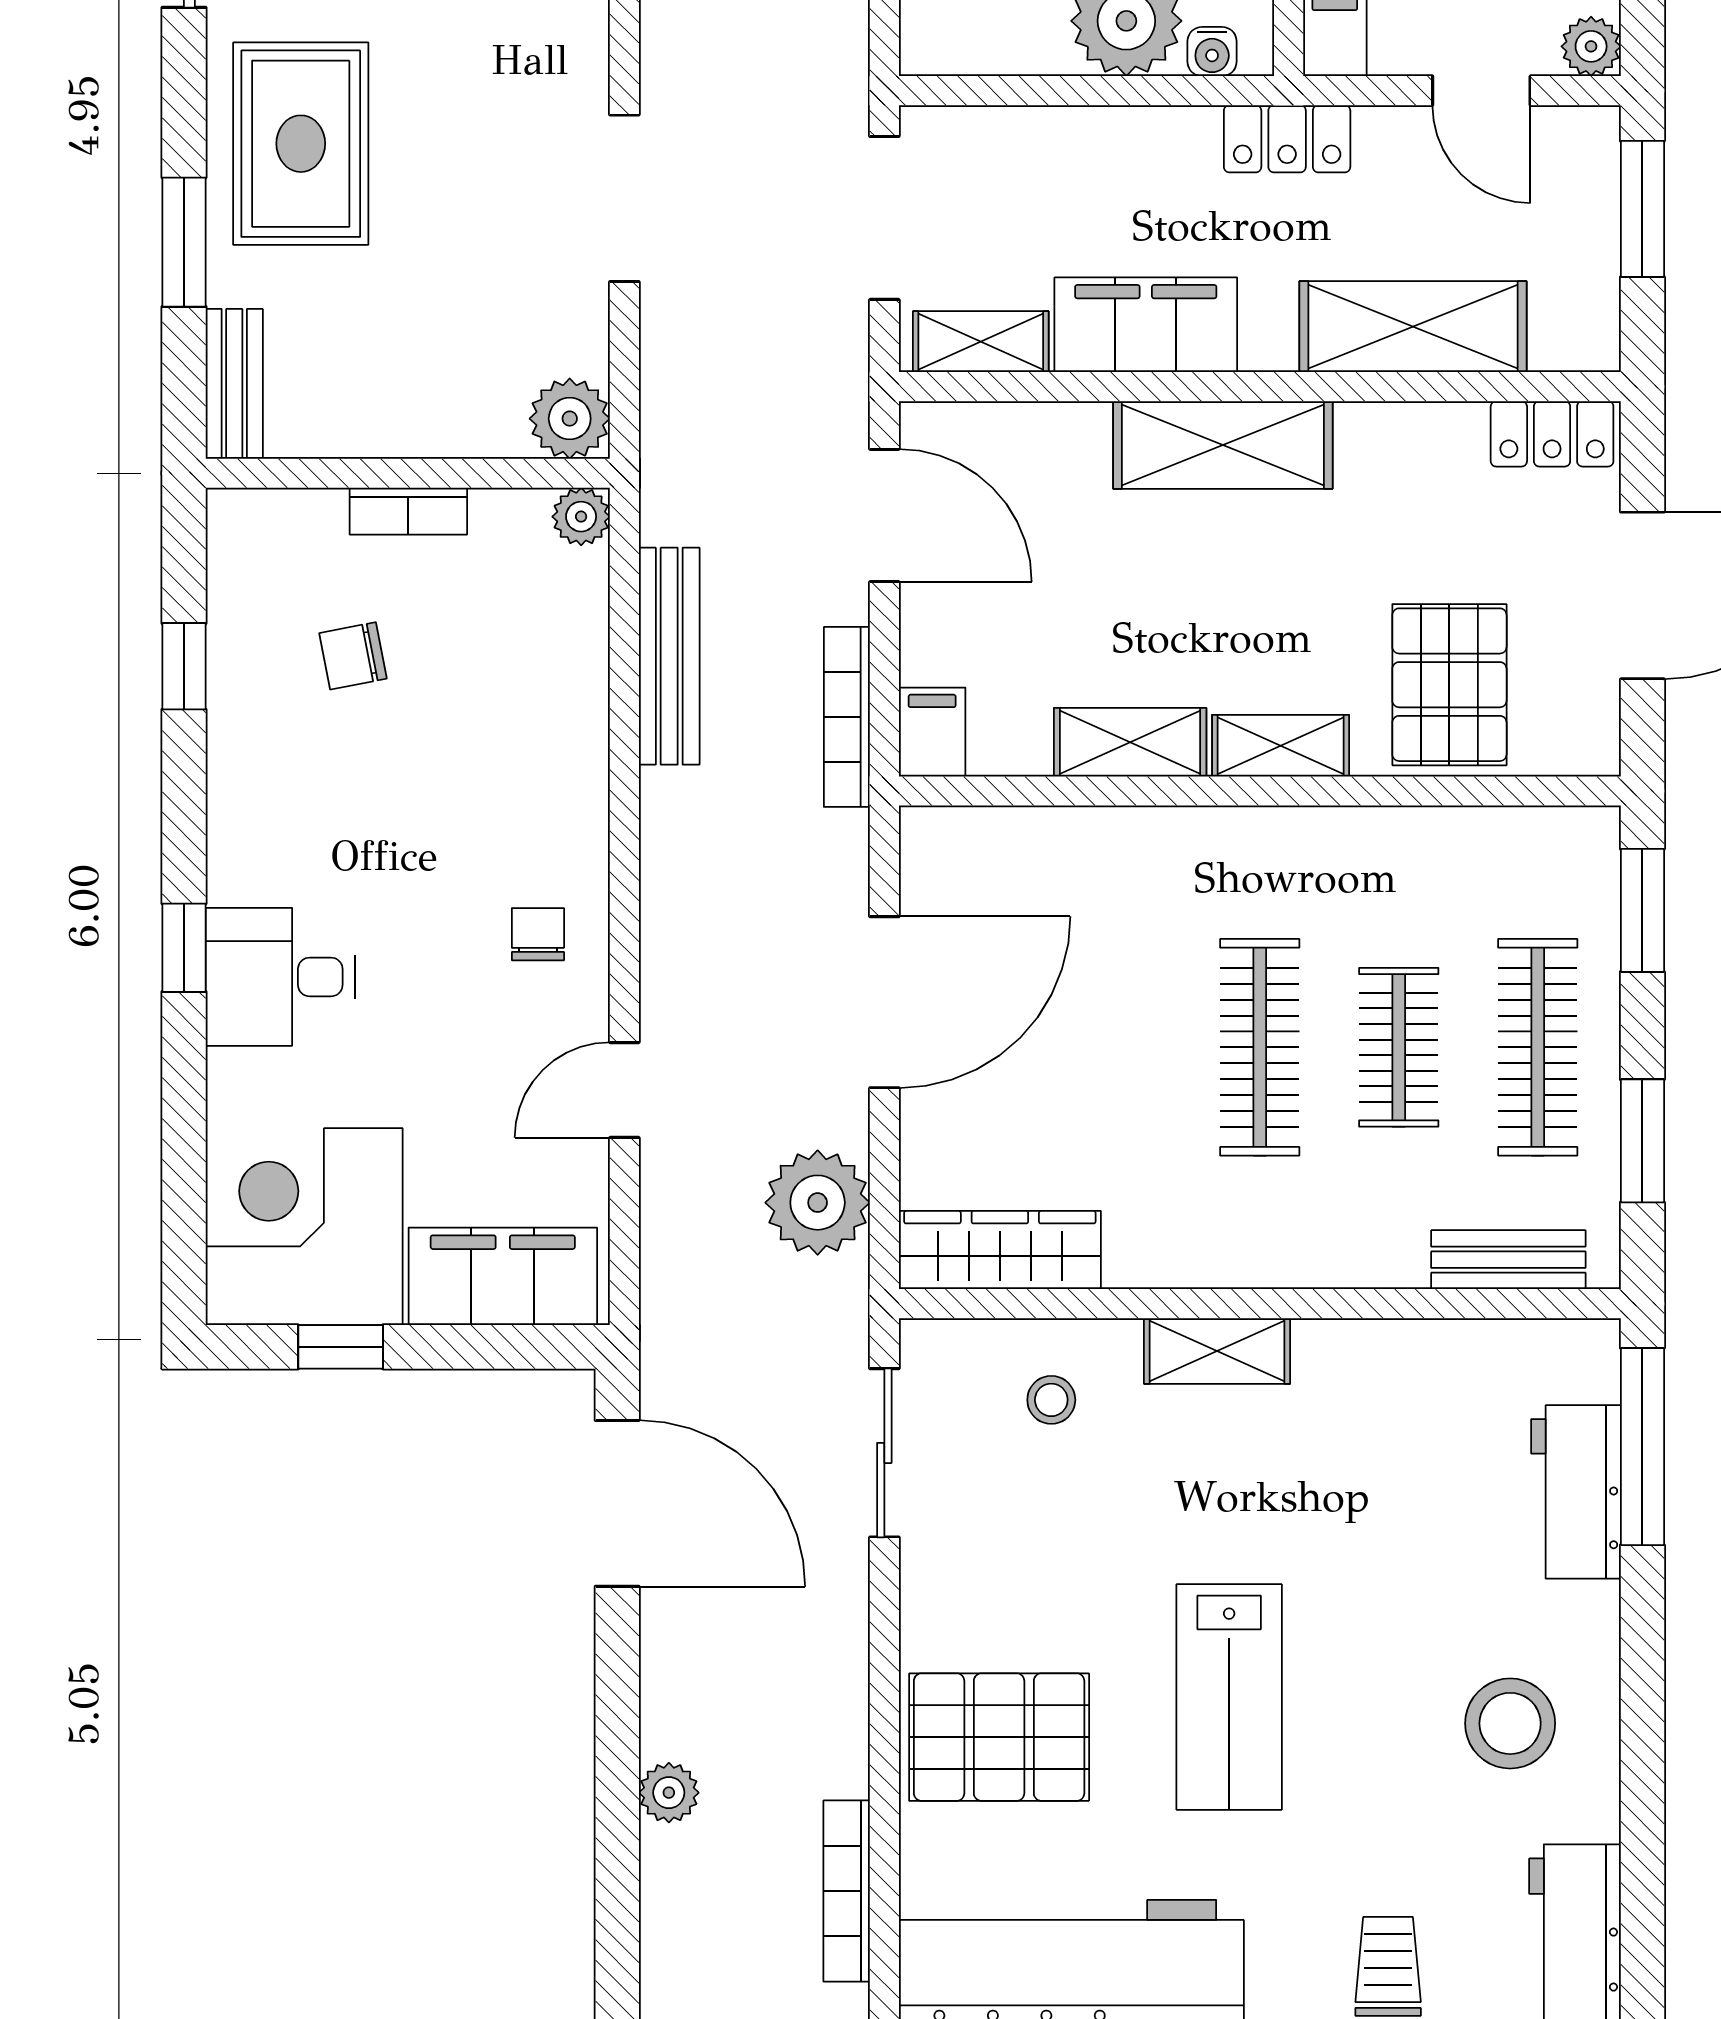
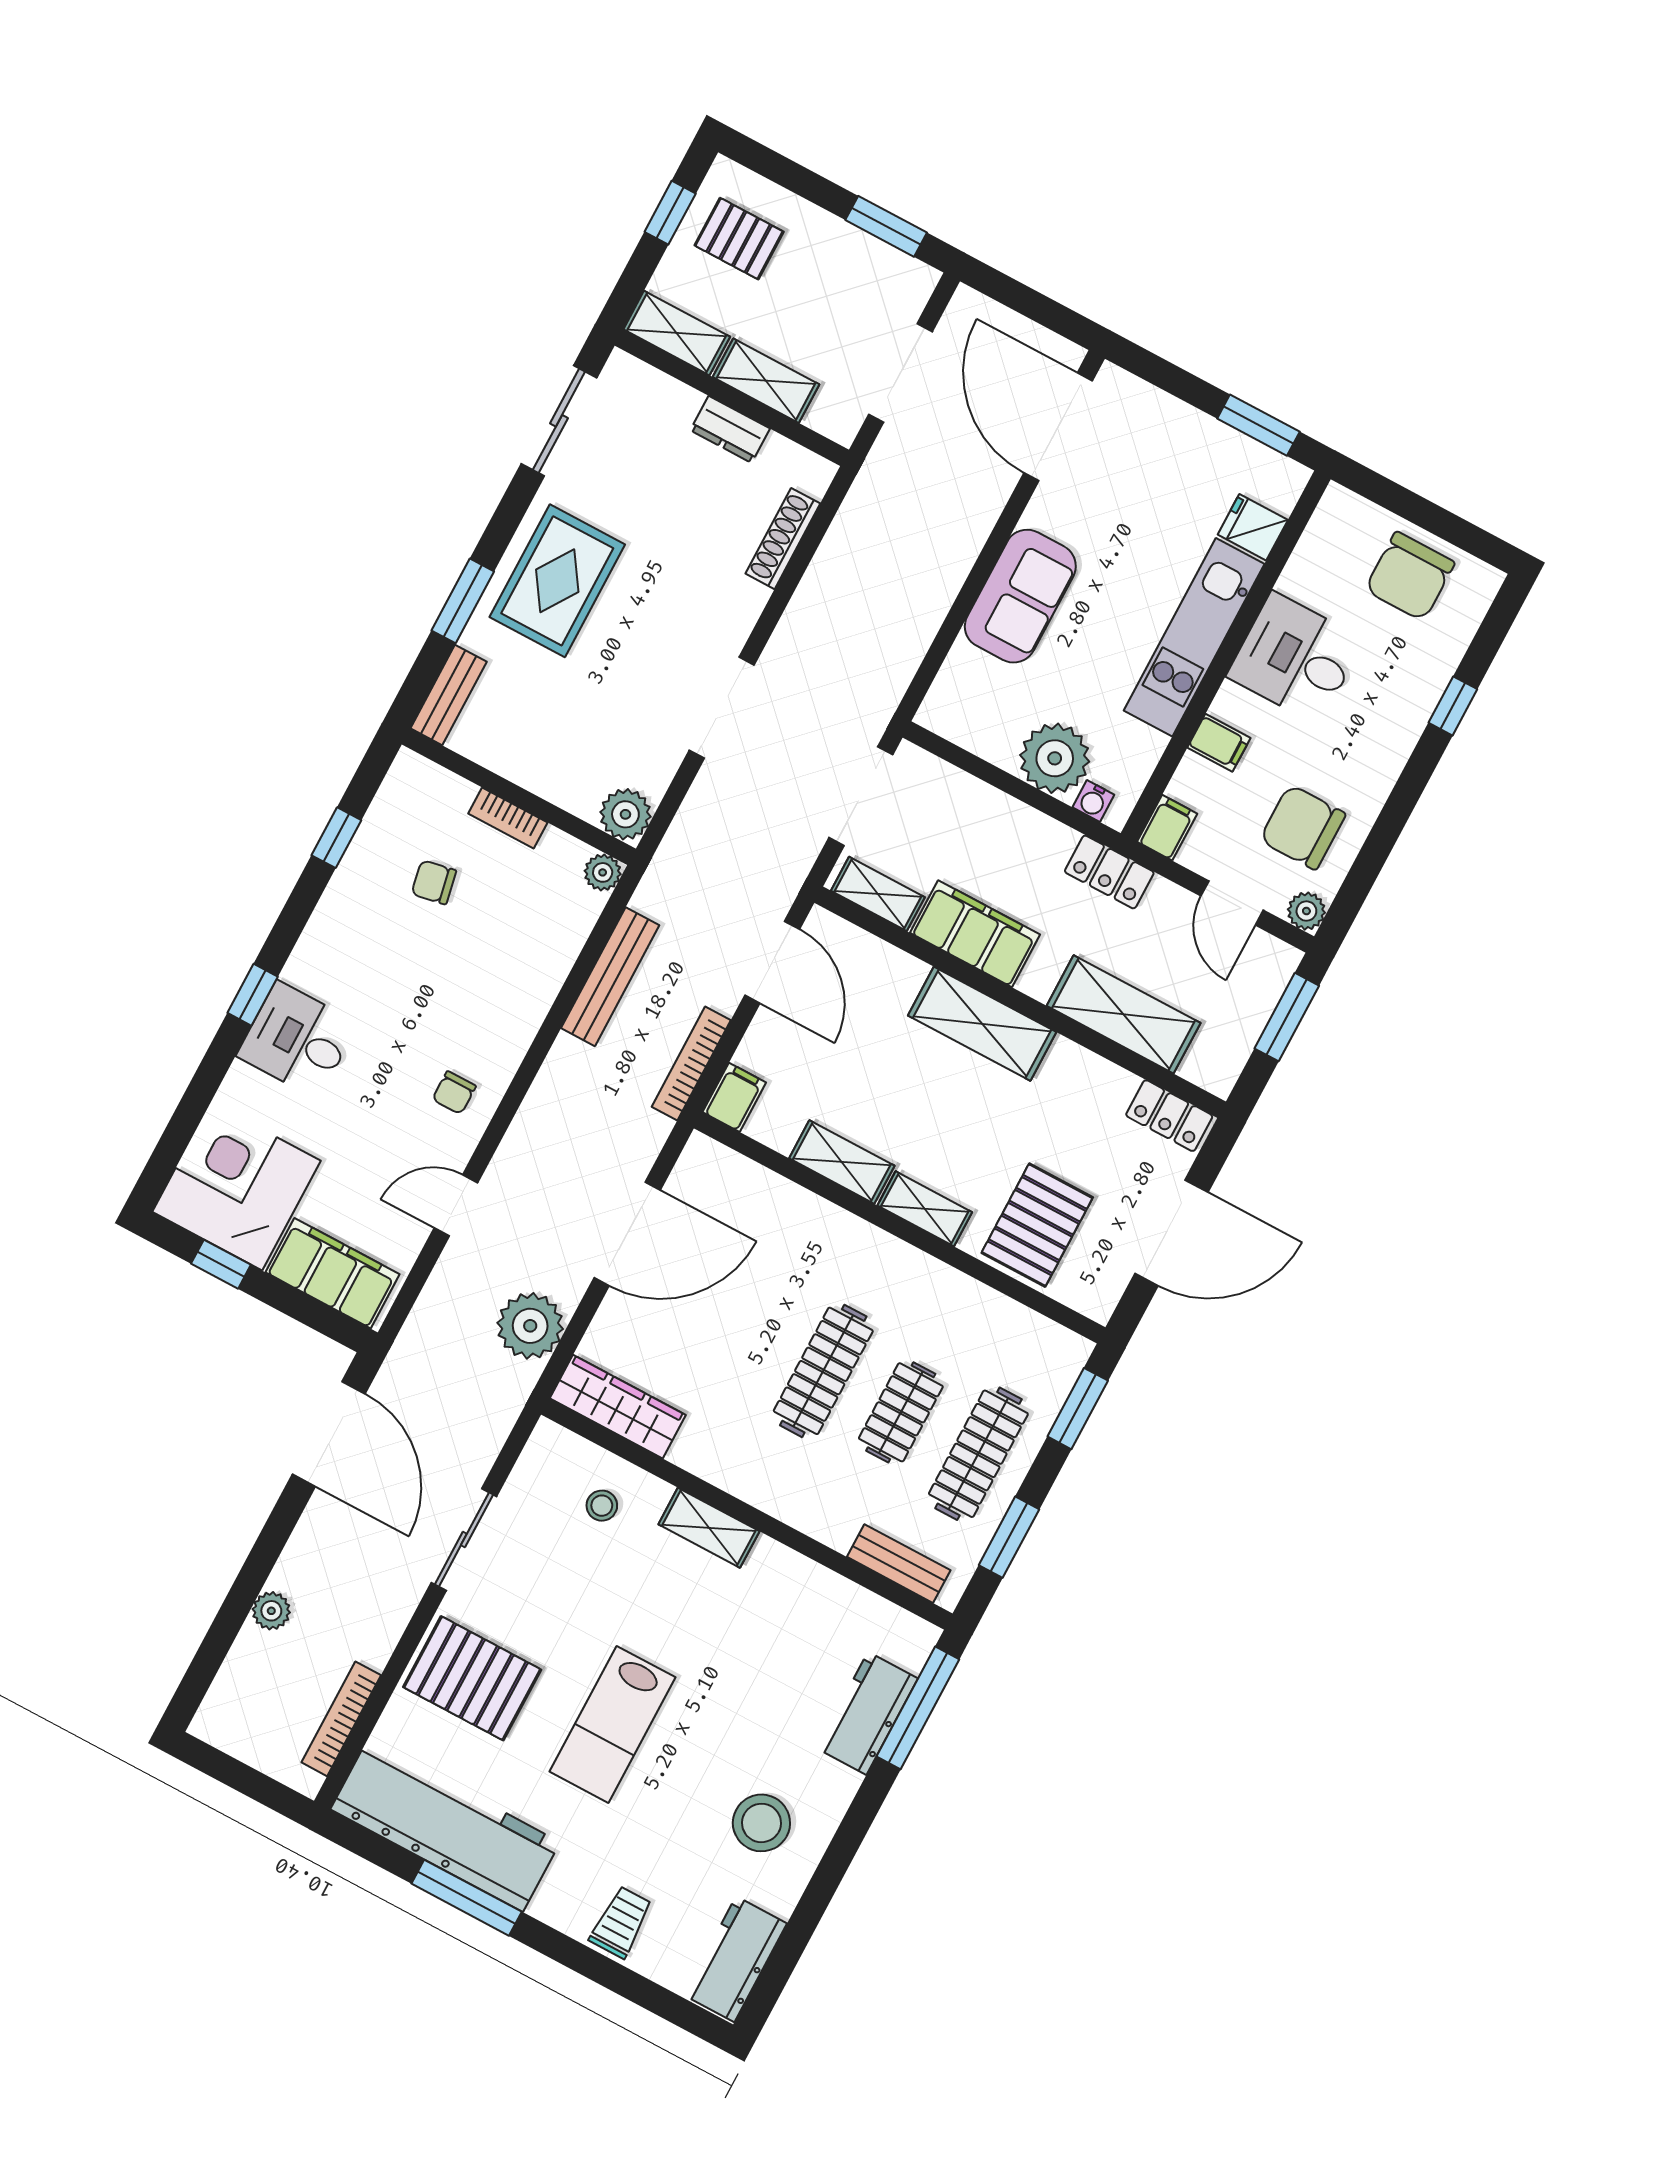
chair: (538, 934) -> (454, 1093), turned 180
sliding door: (884, 1453) -> (464, 1539), moved

